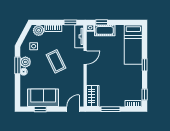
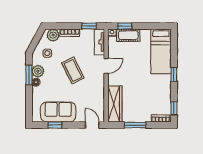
wardrobe: (93, 96) -> (115, 104), width x1.50
door: (73, 109) -> (92, 125), hinge flipped

